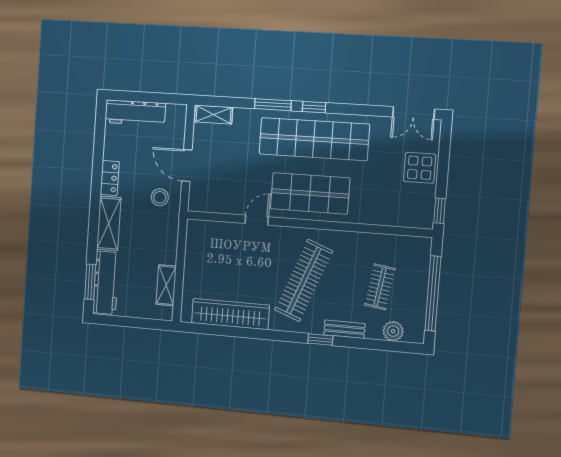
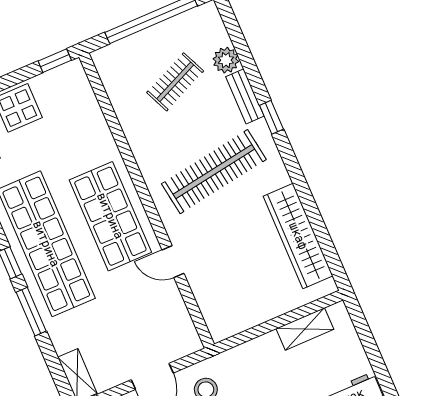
clothes rail: (304, 280) -> (214, 172), turned -30
clothes rail: (380, 287) -> (175, 82), turned -33
plant: (393, 331) -> (226, 60), moved

